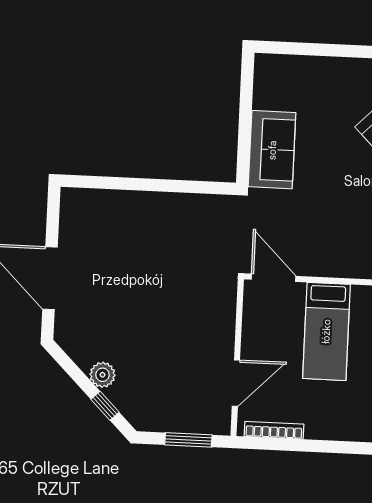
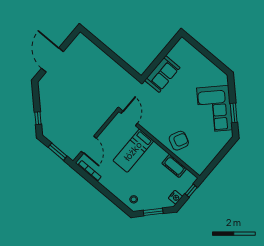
plant: (103, 375) -> (45, 107), removed
door: (236, 383) -> (89, 145), hinge flipped

